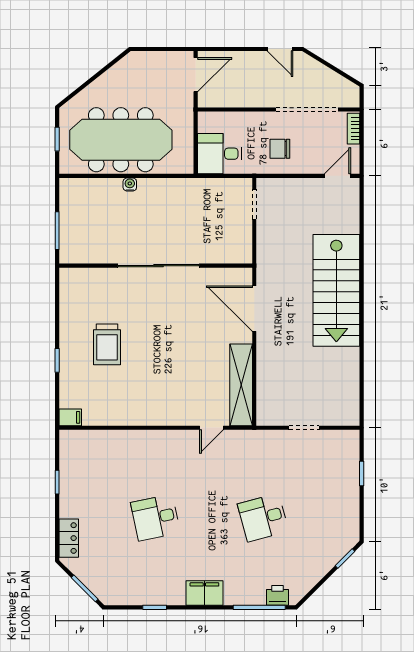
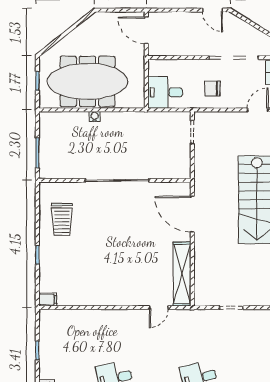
door: (196, 75) -> (146, 30), swing flipped
trolley: (107, 344) -> (62, 219), moved

